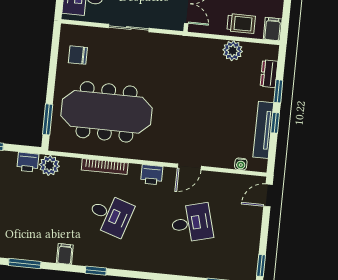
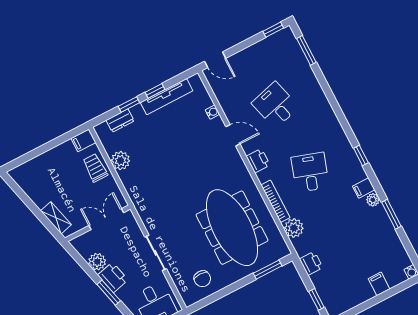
water cooler: (241, 164) -> (213, 112), moved
plant: (49, 165) -> (294, 228), moved
plant: (49, 255) -> (373, 200), added

